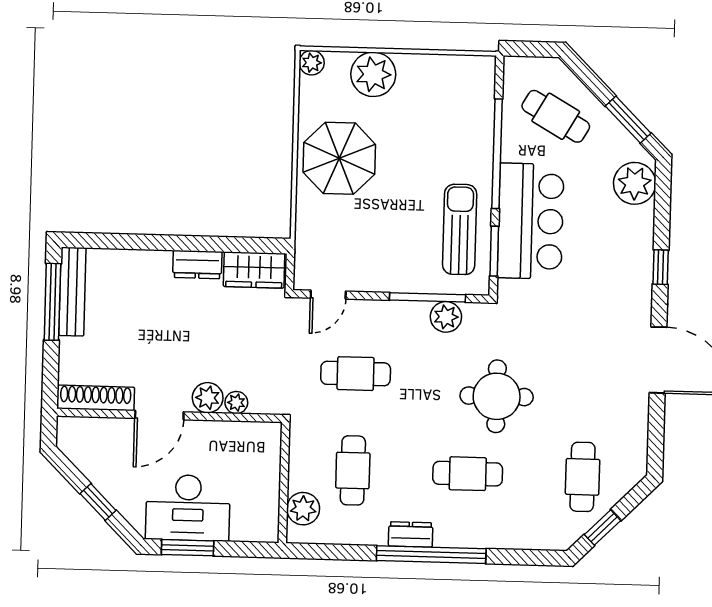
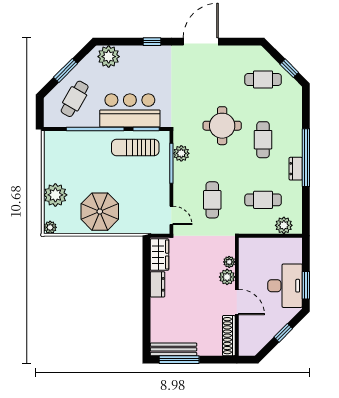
window: (628, 120) -> (66, 70), moved

